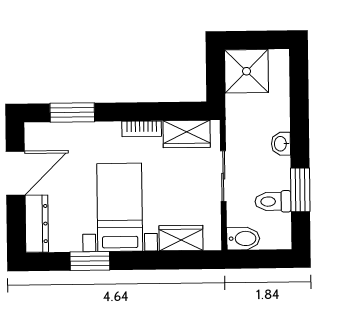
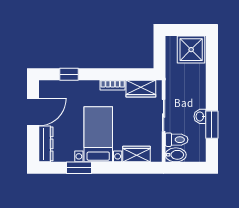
shower: (247, 71) -> (191, 50), moved
window: (72, 112) -> (69, 74), width x0.67
washbasin: (281, 144) -> (200, 116), moved
toilet: (273, 201) -> (177, 140), moved, turned 180

